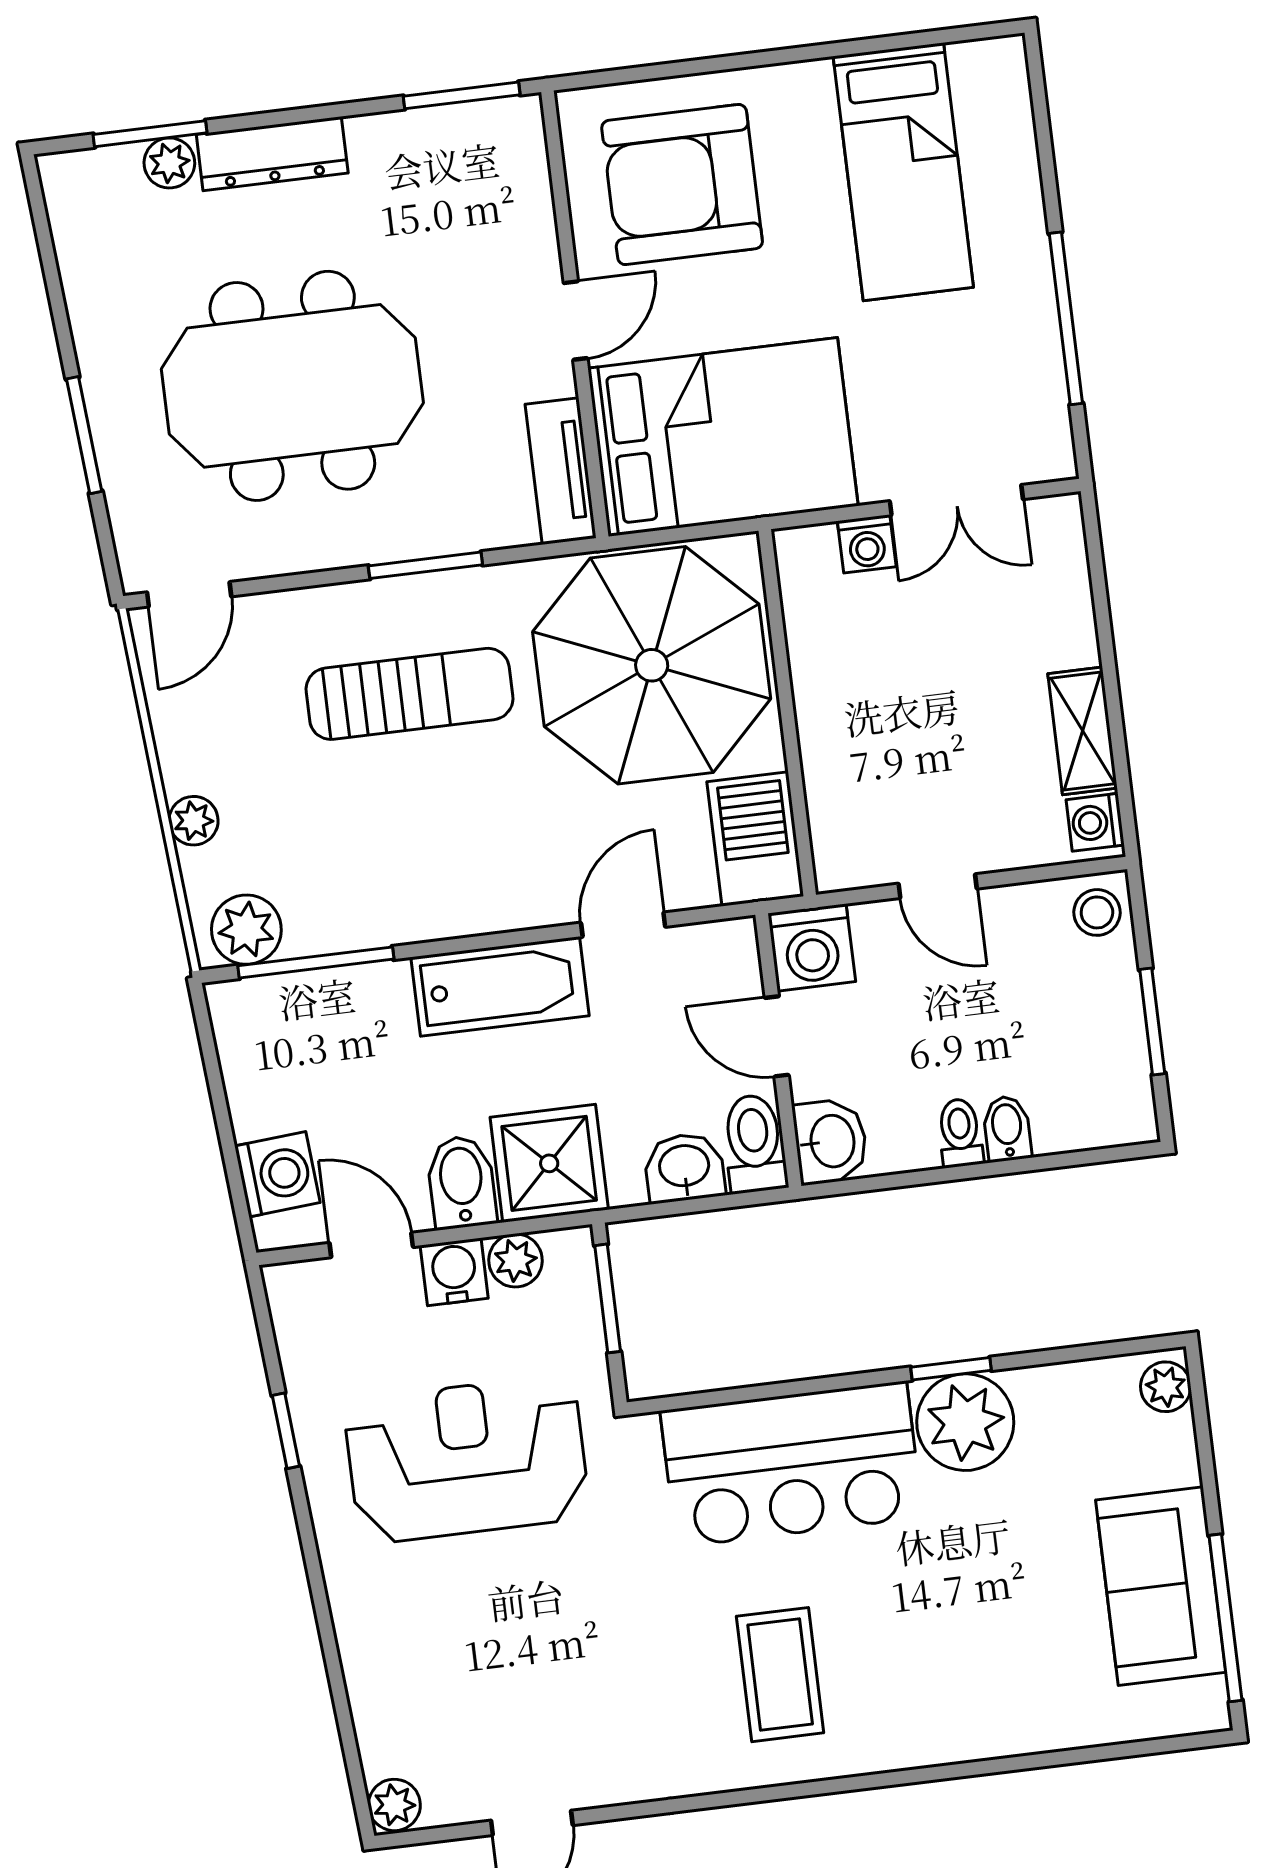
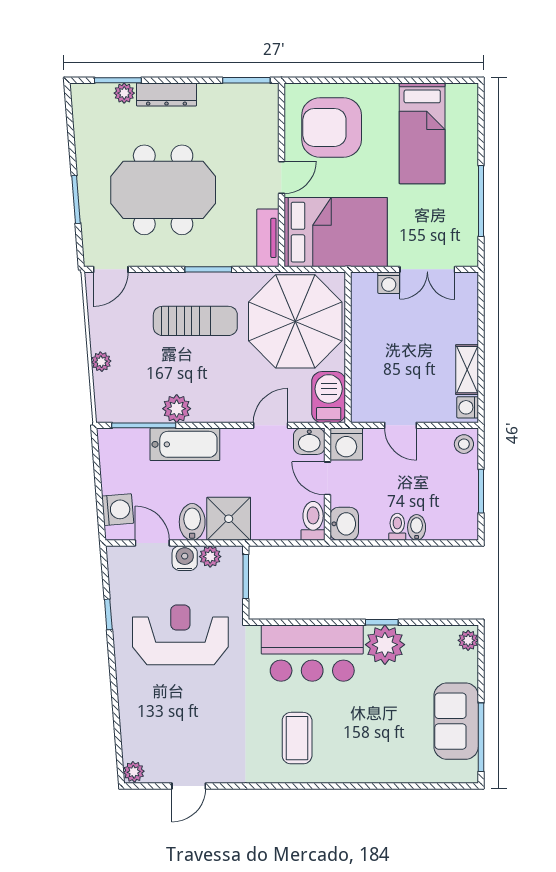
plant: (246, 930) -> (177, 409), moved
bathtub: (500, 986) -> (185, 444), moved
washbasin: (684, 1168) -> (309, 441), moved, turned 180

